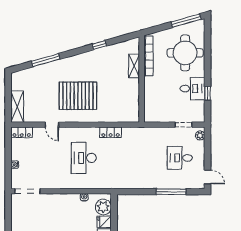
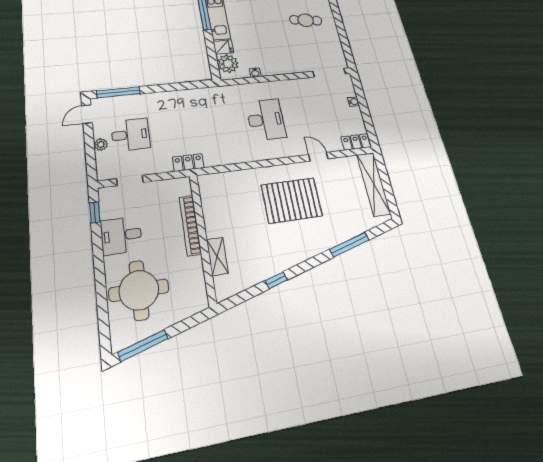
bookcase: (148, 56) -> (190, 225), moved
window: (208, 93) -> (95, 212), moved
shelving: (17, 107) -> (374, 184), width x1.47
locker: (111, 132) -> (188, 163), moved
plant: (200, 135) -> (101, 145), moved
door: (208, 177) -> (87, 114), hinge flipped
window: (171, 192) -> (119, 92), moved

